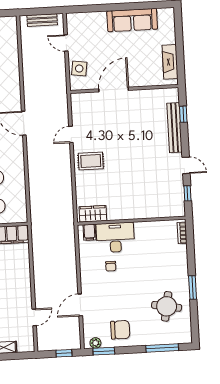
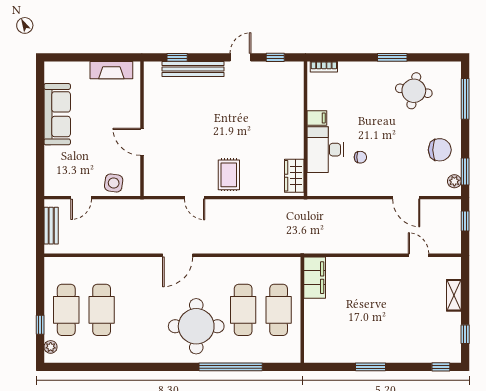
door: (114, 90) -> (142, 142), width x0.73
filing cabinet: (89, 232) -> (317, 118), moved
chair: (120, 330) -> (440, 150), turned 90

